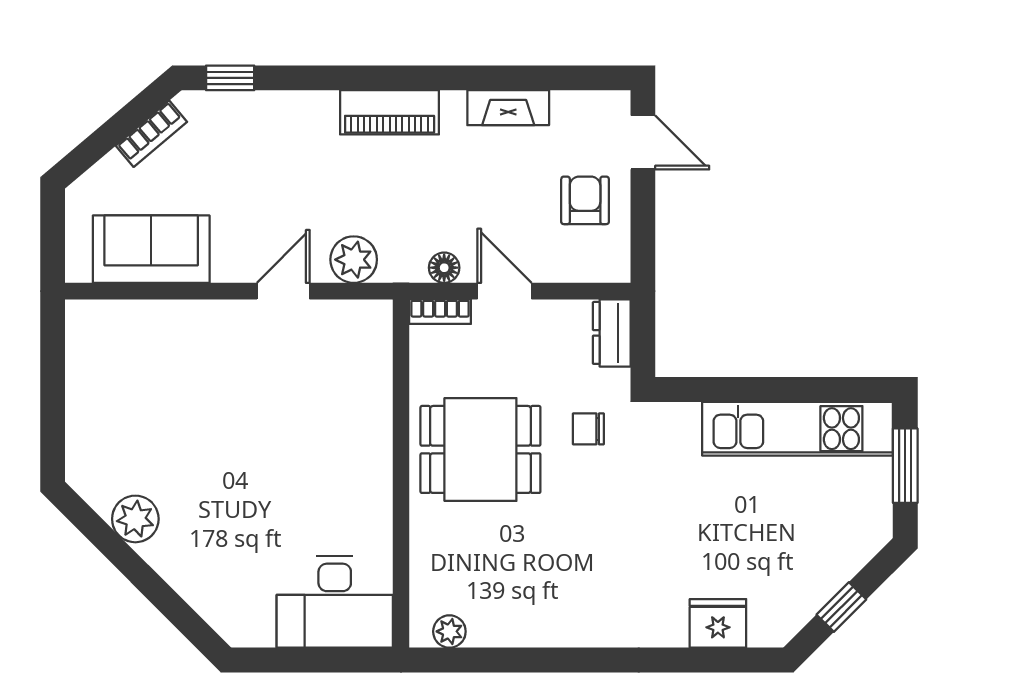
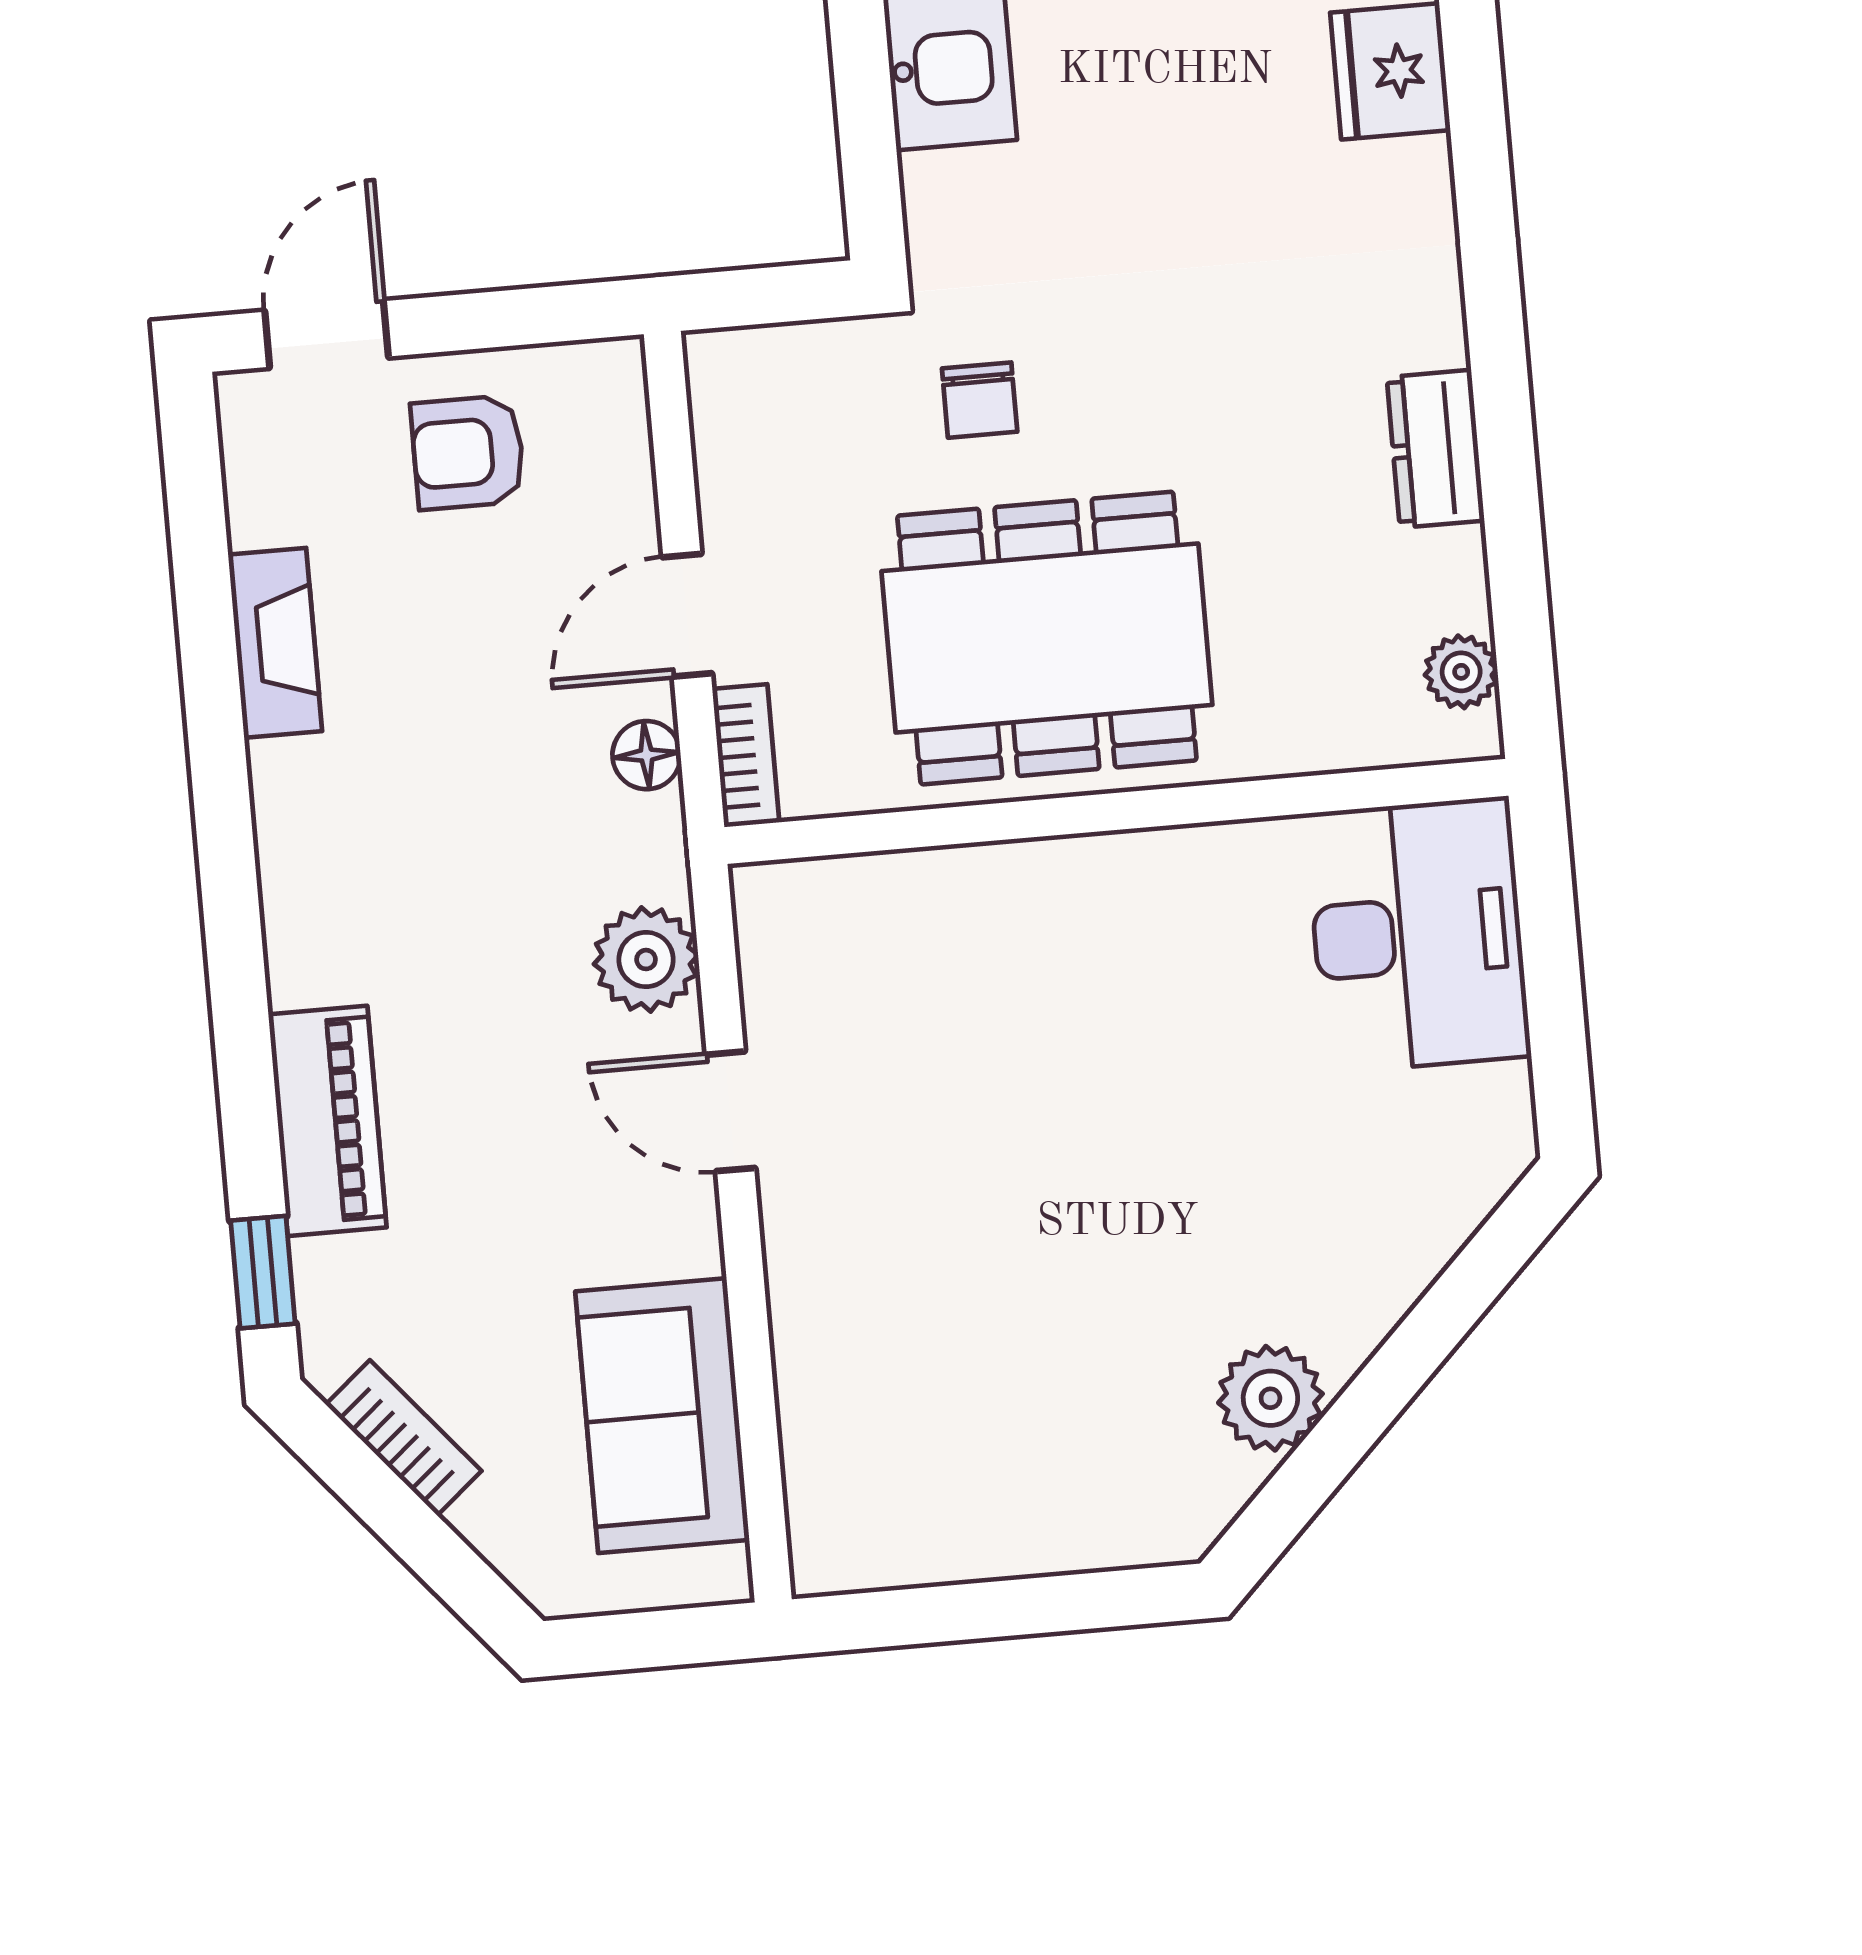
piano: (390, 112) -> (327, 1121), moved
dresser: (612, 333) -> (1436, 449), moved, turned 90
dining table: (480, 449) -> (1047, 638), width x1.38

